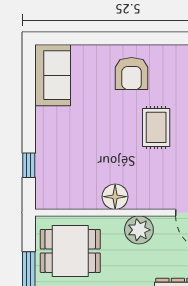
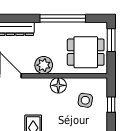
side table: (71, 172) -> (85, 100), added

